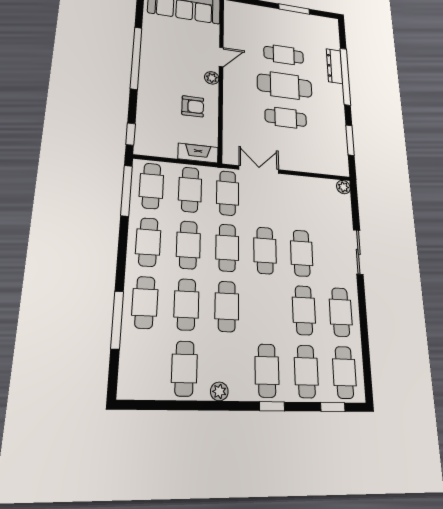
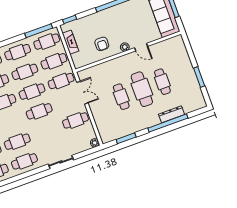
fireplace: (198, 153) -> (71, 42), moved
cafe table: (302, 253) -> (75, 120), moved

